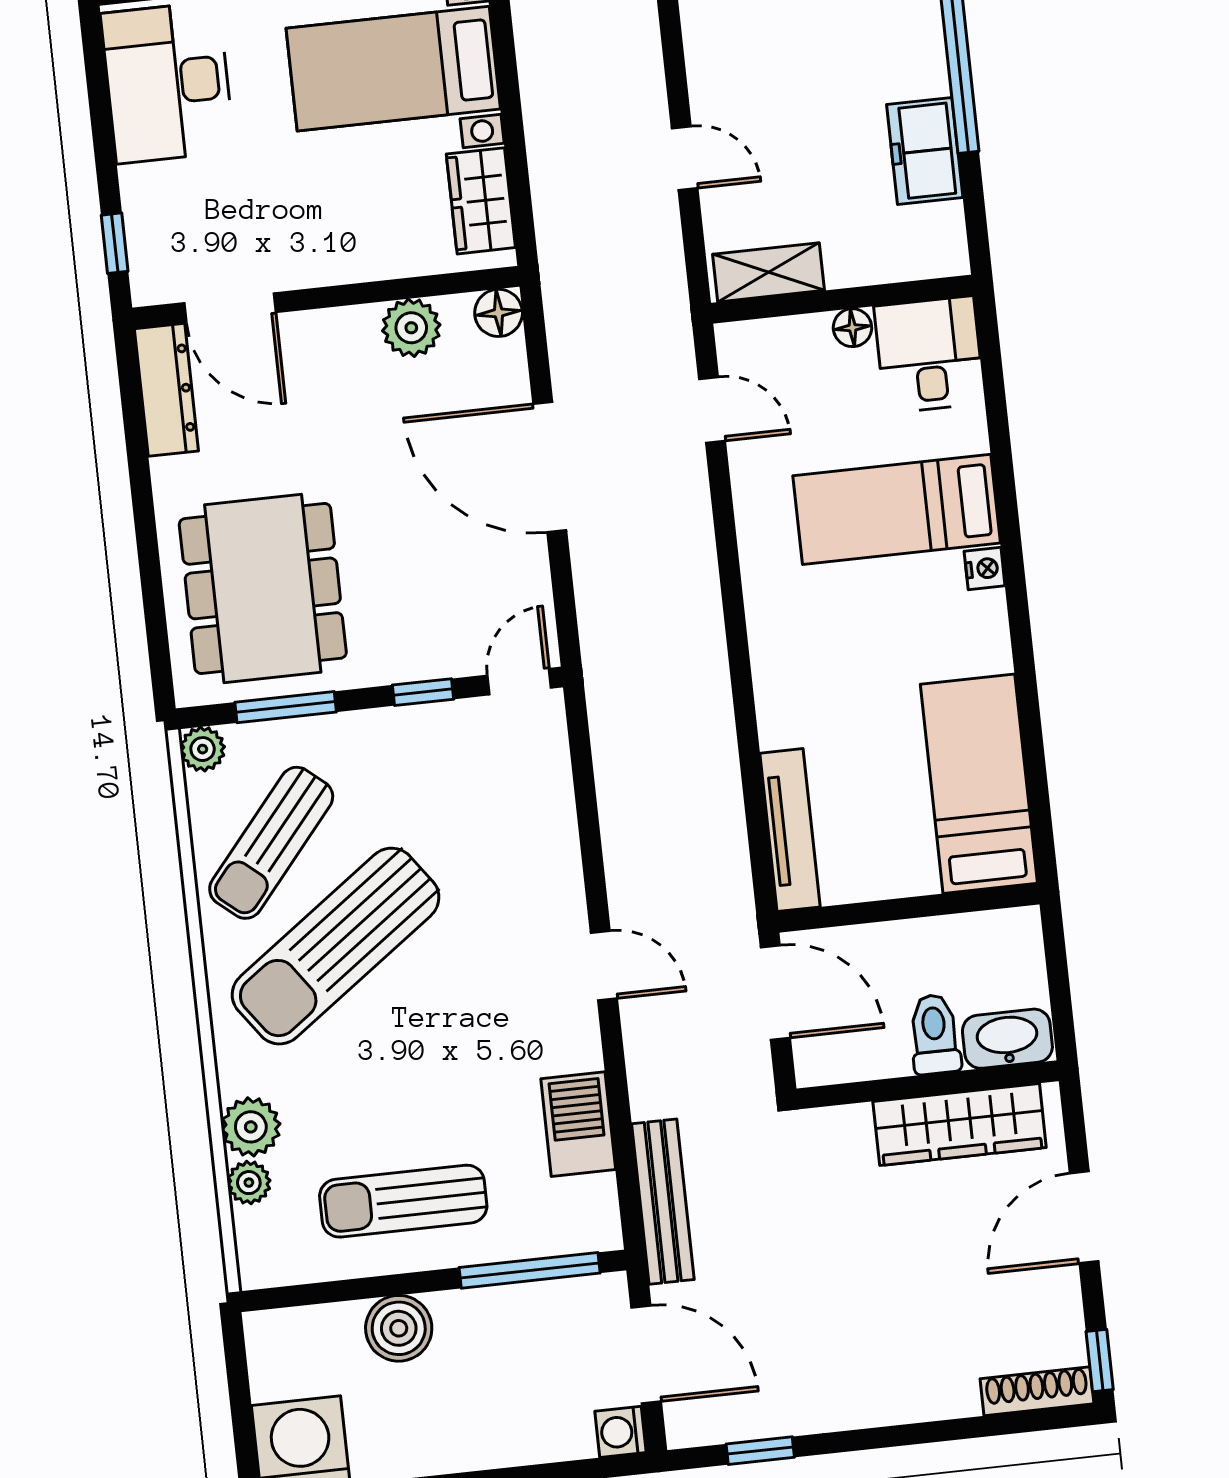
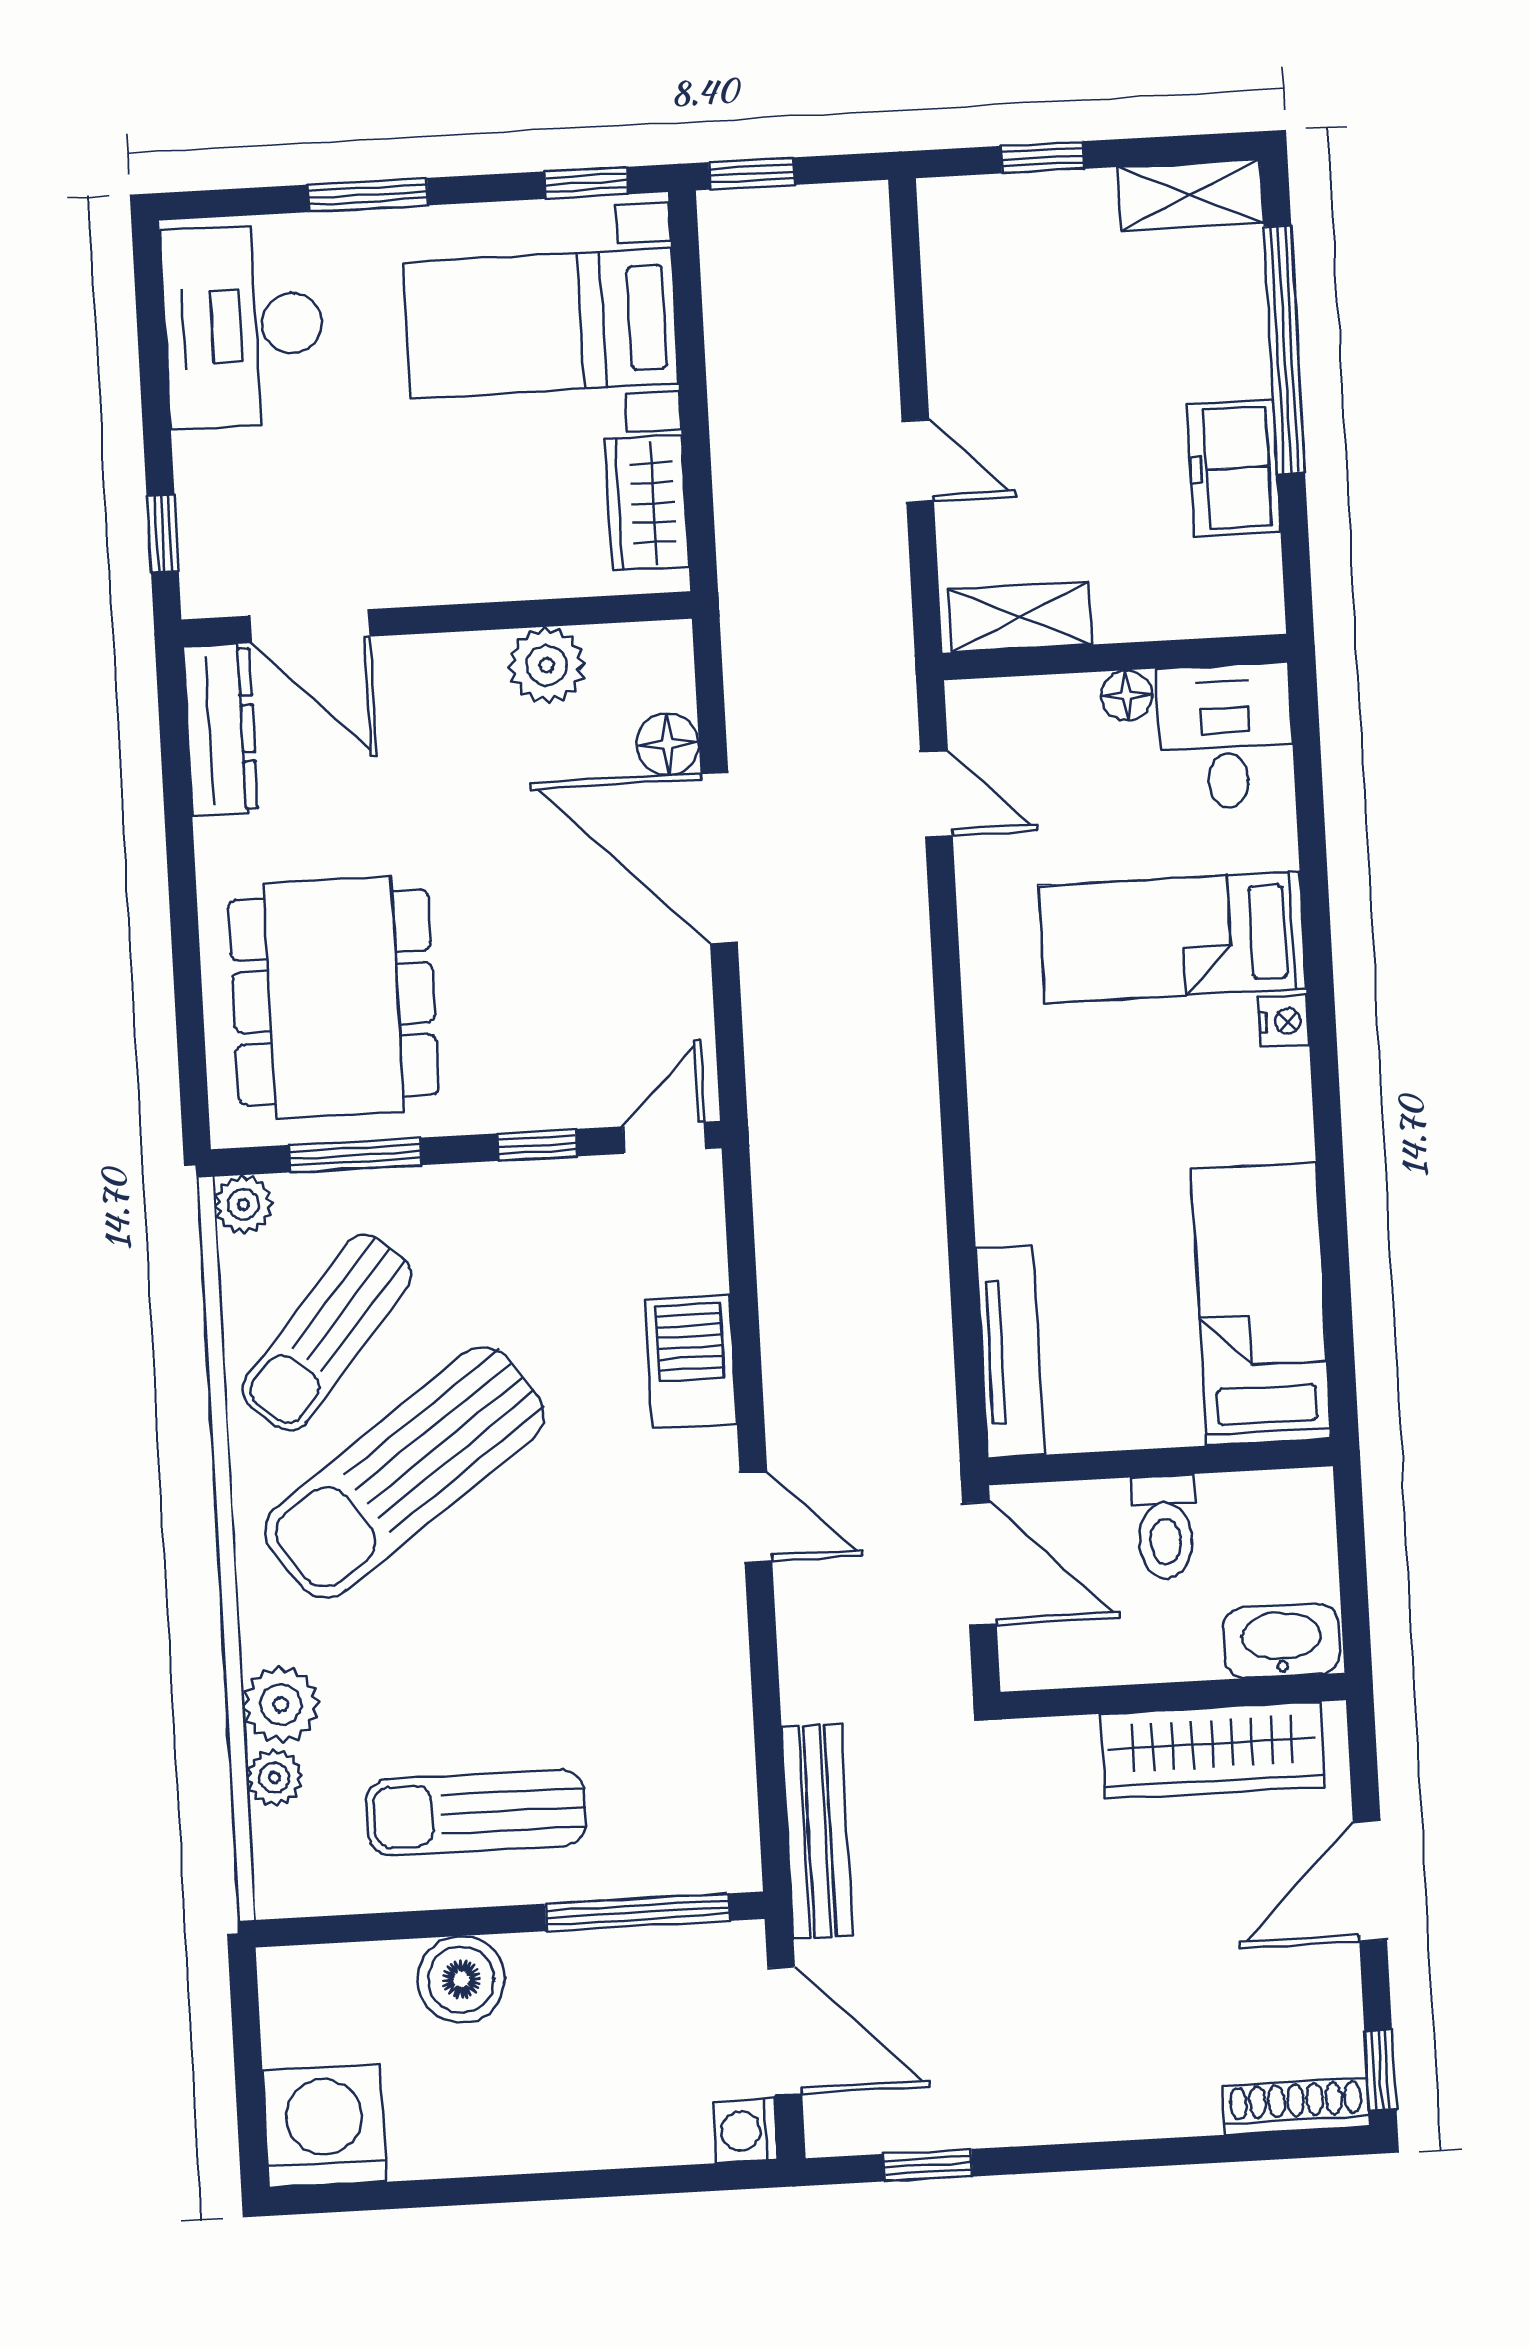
floor lamp: (499, 313) -> (668, 744), moved
toilet: (935, 1034) -> (1165, 1527), moved, turned 180
barbecue: (578, 1124) -> (691, 1361), moved

